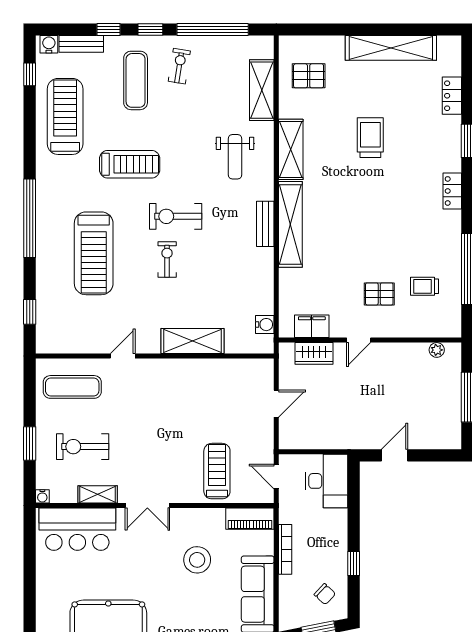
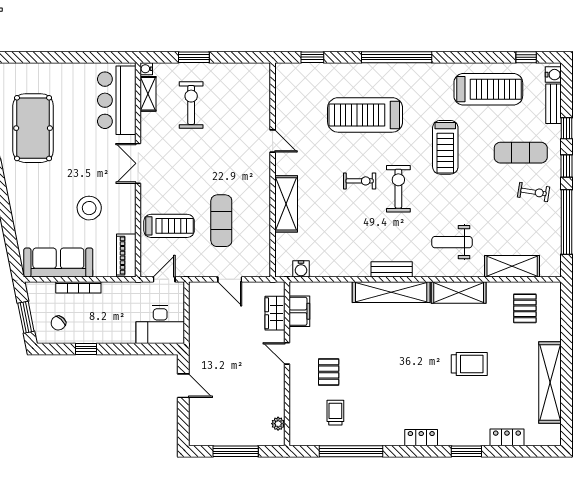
exercise mat: (72, 387) -> (221, 221), moved
shelving: (98, 494) -> (148, 94), moved
bookcase: (285, 549) -> (78, 287), moved

